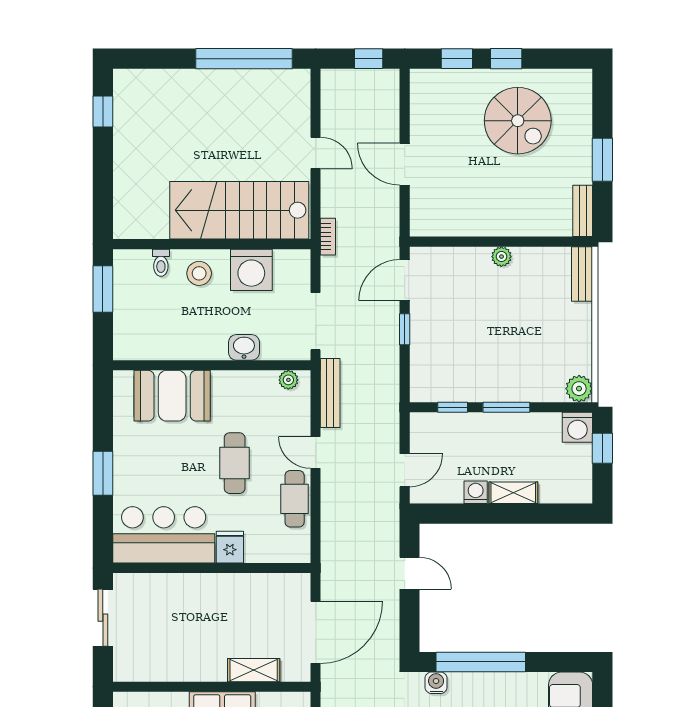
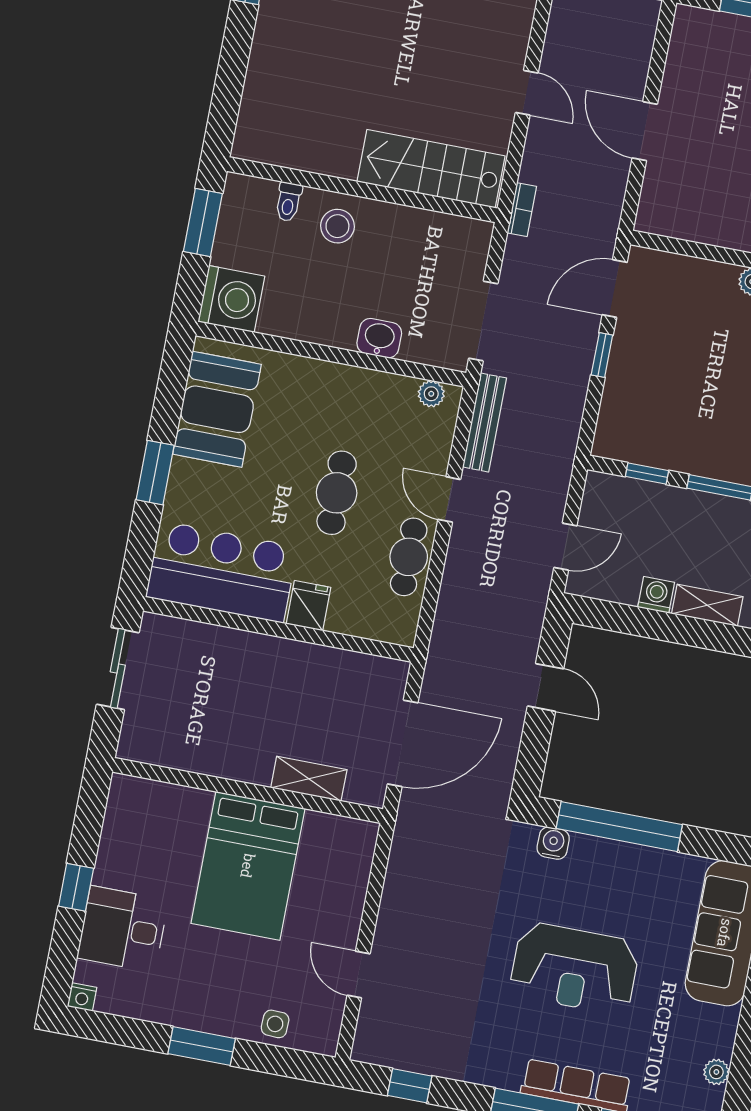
stairs: (239, 210) -> (431, 169), width x0.73, depth x0.66
washing machine: (251, 270) -> (231, 299), moved, turned -90
booth: (172, 396) -> (217, 409), moved, turned 90

